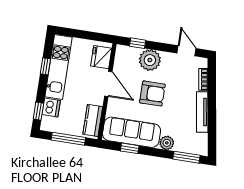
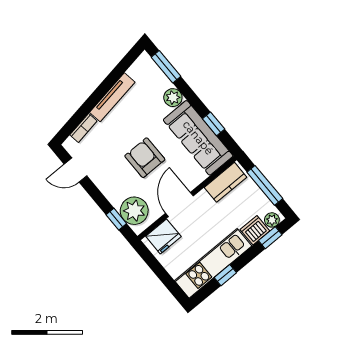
door: (186, 51) -> (75, 170), hinge flipped
plant: (150, 60) -> (134, 211), moved
plant: (47, 122) -> (272, 220), added

